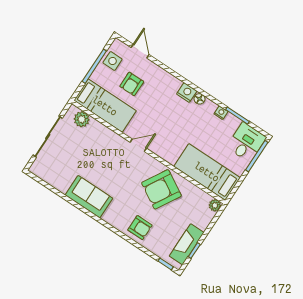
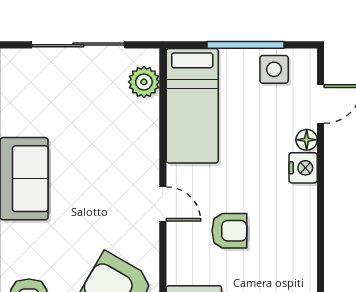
armchair: (132, 84) -> (229, 231), moved, turned 180
nightstand: (187, 92) -> (303, 168), moved
floor lamp: (199, 99) -> (307, 140), moved

